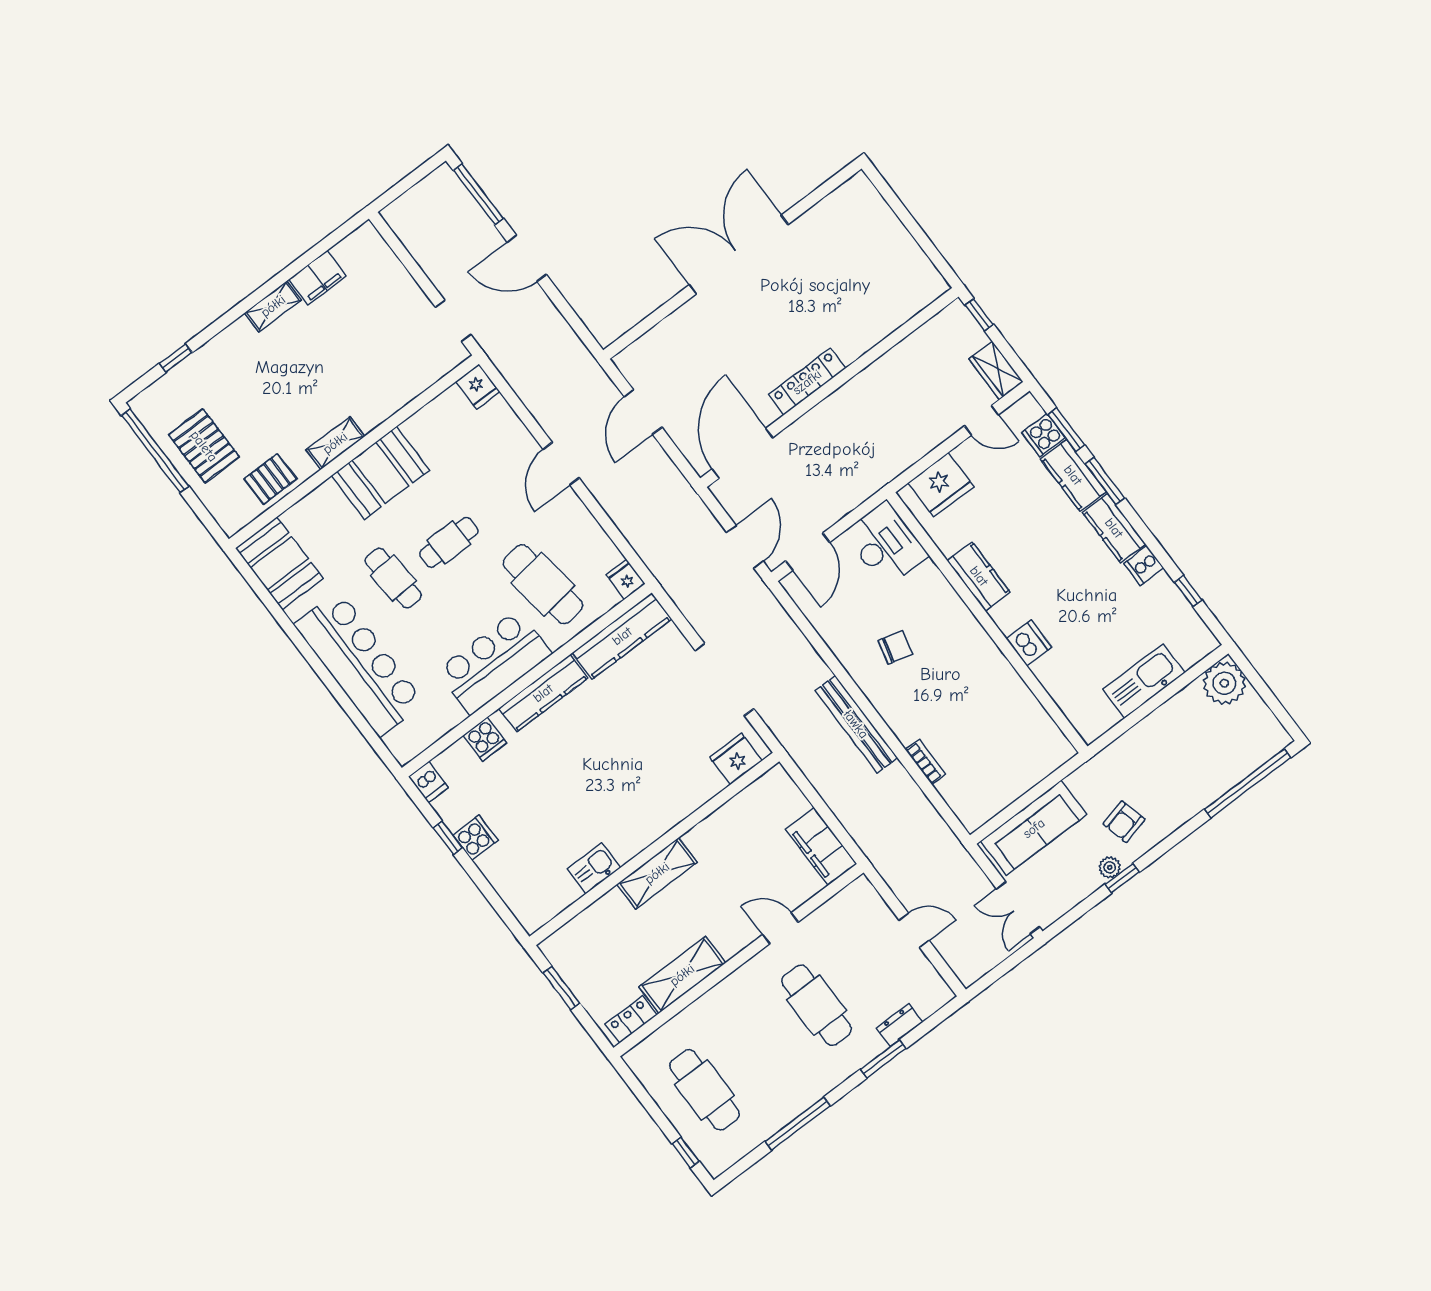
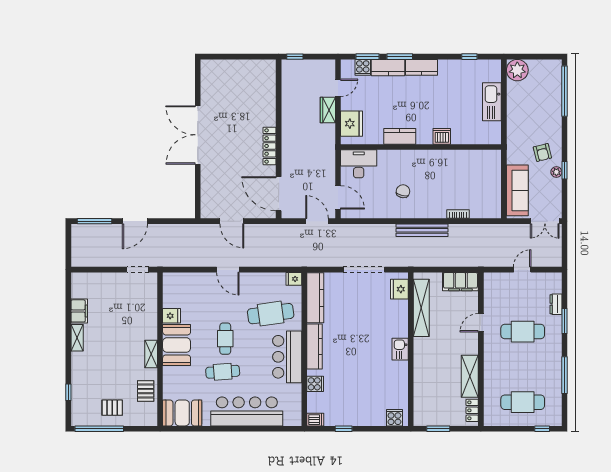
wardrobe: (996, 370) -> (328, 110), moved, turned 90
fridge: (478, 387) -> (172, 316), moved
pallet: (204, 446) -> (112, 408), width x0.67, depth x0.71
cooker: (1144, 566) -> (446, 67), removed
cooker: (475, 838) -> (394, 418), moved
kitchen sink: (594, 868) -> (400, 349), moved
shelving: (657, 873) -> (421, 308), moved, width x1.47

